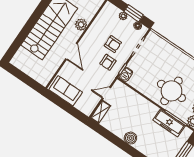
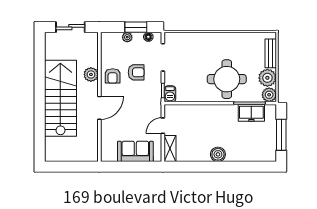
door: (71, 51) -> (99, 108), hinge flipped
armchair: (108, 62) -> (113, 76), moved
sofa: (66, 91) -> (135, 151), moved
freezer: (169, 123) -> (251, 113), width x0.71

